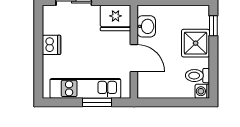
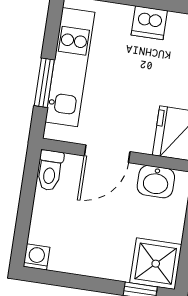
shower: (196, 43) -> (156, 264), moved
toilet: (197, 76) -> (50, 170), moved, turned 180

